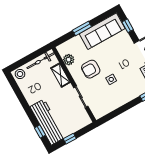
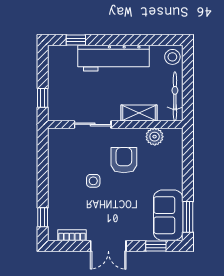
window: (82, 28) -> (188, 217), moved
sofa: (102, 31) -> (168, 215), width x0.73
workbench: (48, 122) -> (114, 58), moved
window: (70, 139) -> (43, 98), moved

